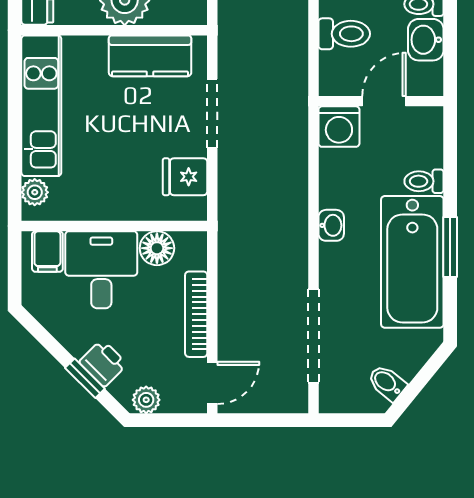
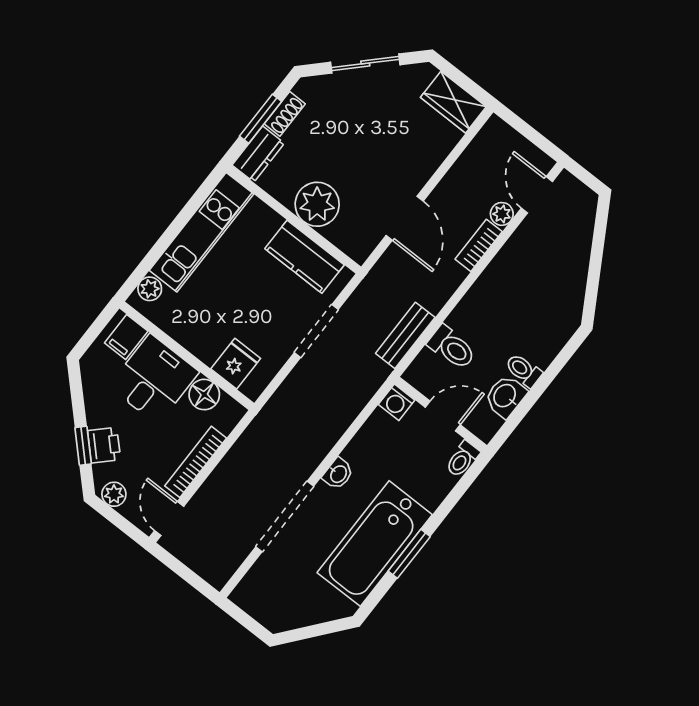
bench: (294, 56) -> (405, 335), added
washing machine: (339, 127) -> (397, 402), width x0.73, depth x0.73
fridge: (185, 177) -> (236, 364), moved, turned 90
toilet: (424, 181) -> (462, 459), moved, turned -90
doorway: (313, 336) -> (285, 516), moved
door: (212, 383) -> (169, 518), swing flipped
bidet: (387, 383) -> (291, 614), removed

